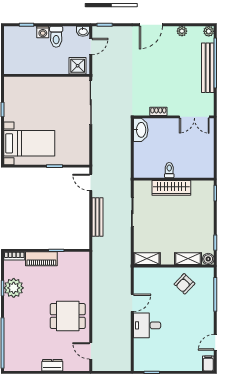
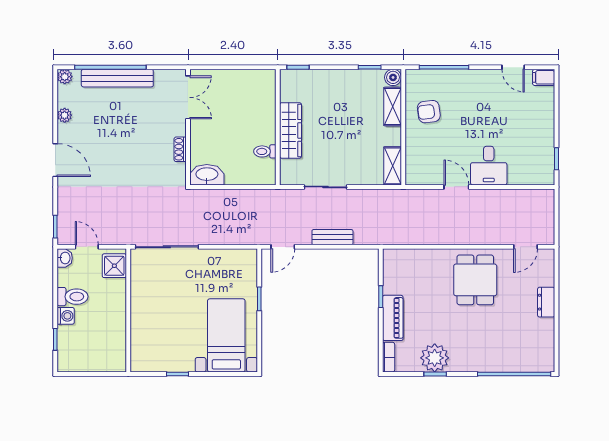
toilet: (169, 170) -> (265, 151), moved
bench: (97, 217) -> (332, 237), width x0.73
armchair: (184, 284) -> (429, 112), turned 130

